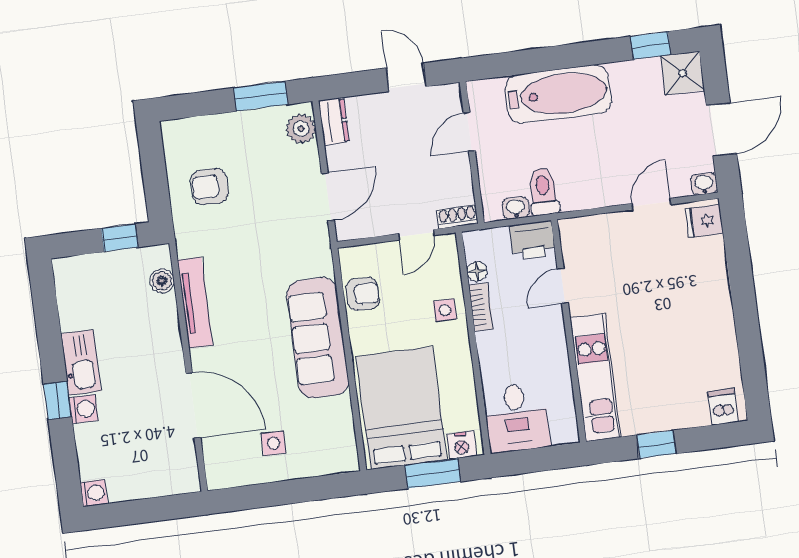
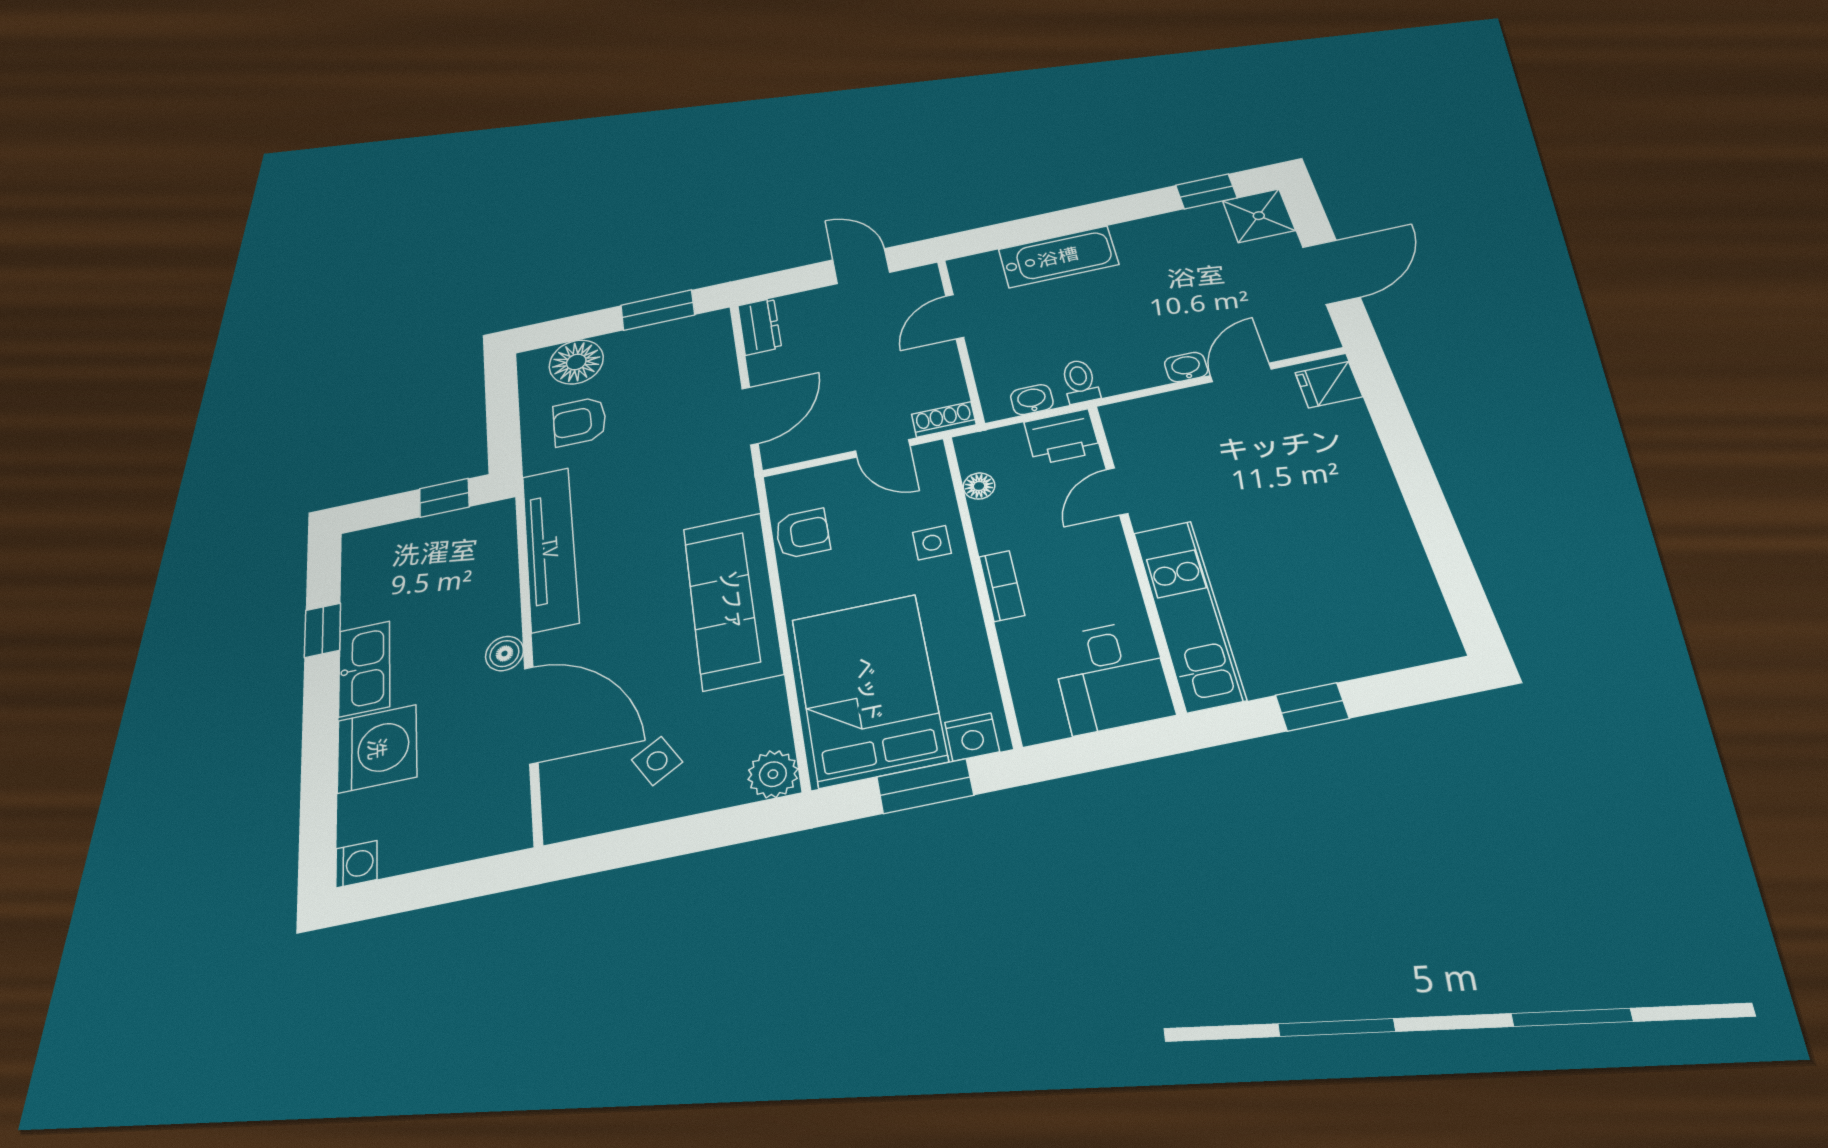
bathtub: (558, 94) -> (1058, 257), width x0.73, depth x0.73
plant: (301, 129) -> (773, 774), moved
floor lamp: (204, 135) -> (576, 362), added
washbasin: (704, 184) -> (1186, 367), moved
toilet: (543, 192) -> (1080, 381), width x0.73, depth x0.72
door: (416, 235) -> (883, 448), hinge flipped
boiler: (162, 281) -> (504, 654), moved
tv unit: (195, 303) -> (550, 548), width x1.36, depth x1.29
bookcase: (481, 307) -> (1002, 586), moved
window: (58, 400) -> (323, 630), moved
dishwasher: (723, 407) -> (1418, 638), removed
washing machine: (84, 409) -> (377, 749), width x1.89, depth x1.89
desk: (517, 418) -> (1111, 676), moved
side table: (274, 443) -> (657, 761), turned -30

